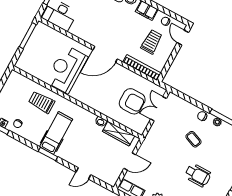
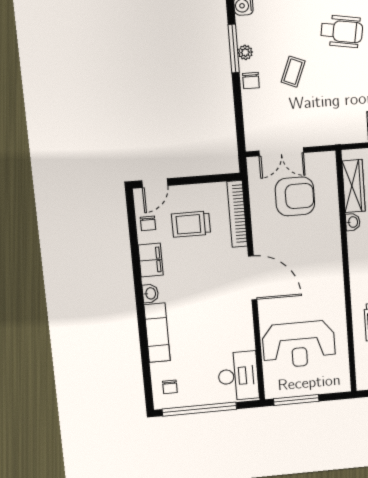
reception desk: (67, 69) -> (299, 344), moved
armchair: (132, 101) -> (295, 196), turned 90
wheelchair: (198, 175) -> (342, 31), turned 99

